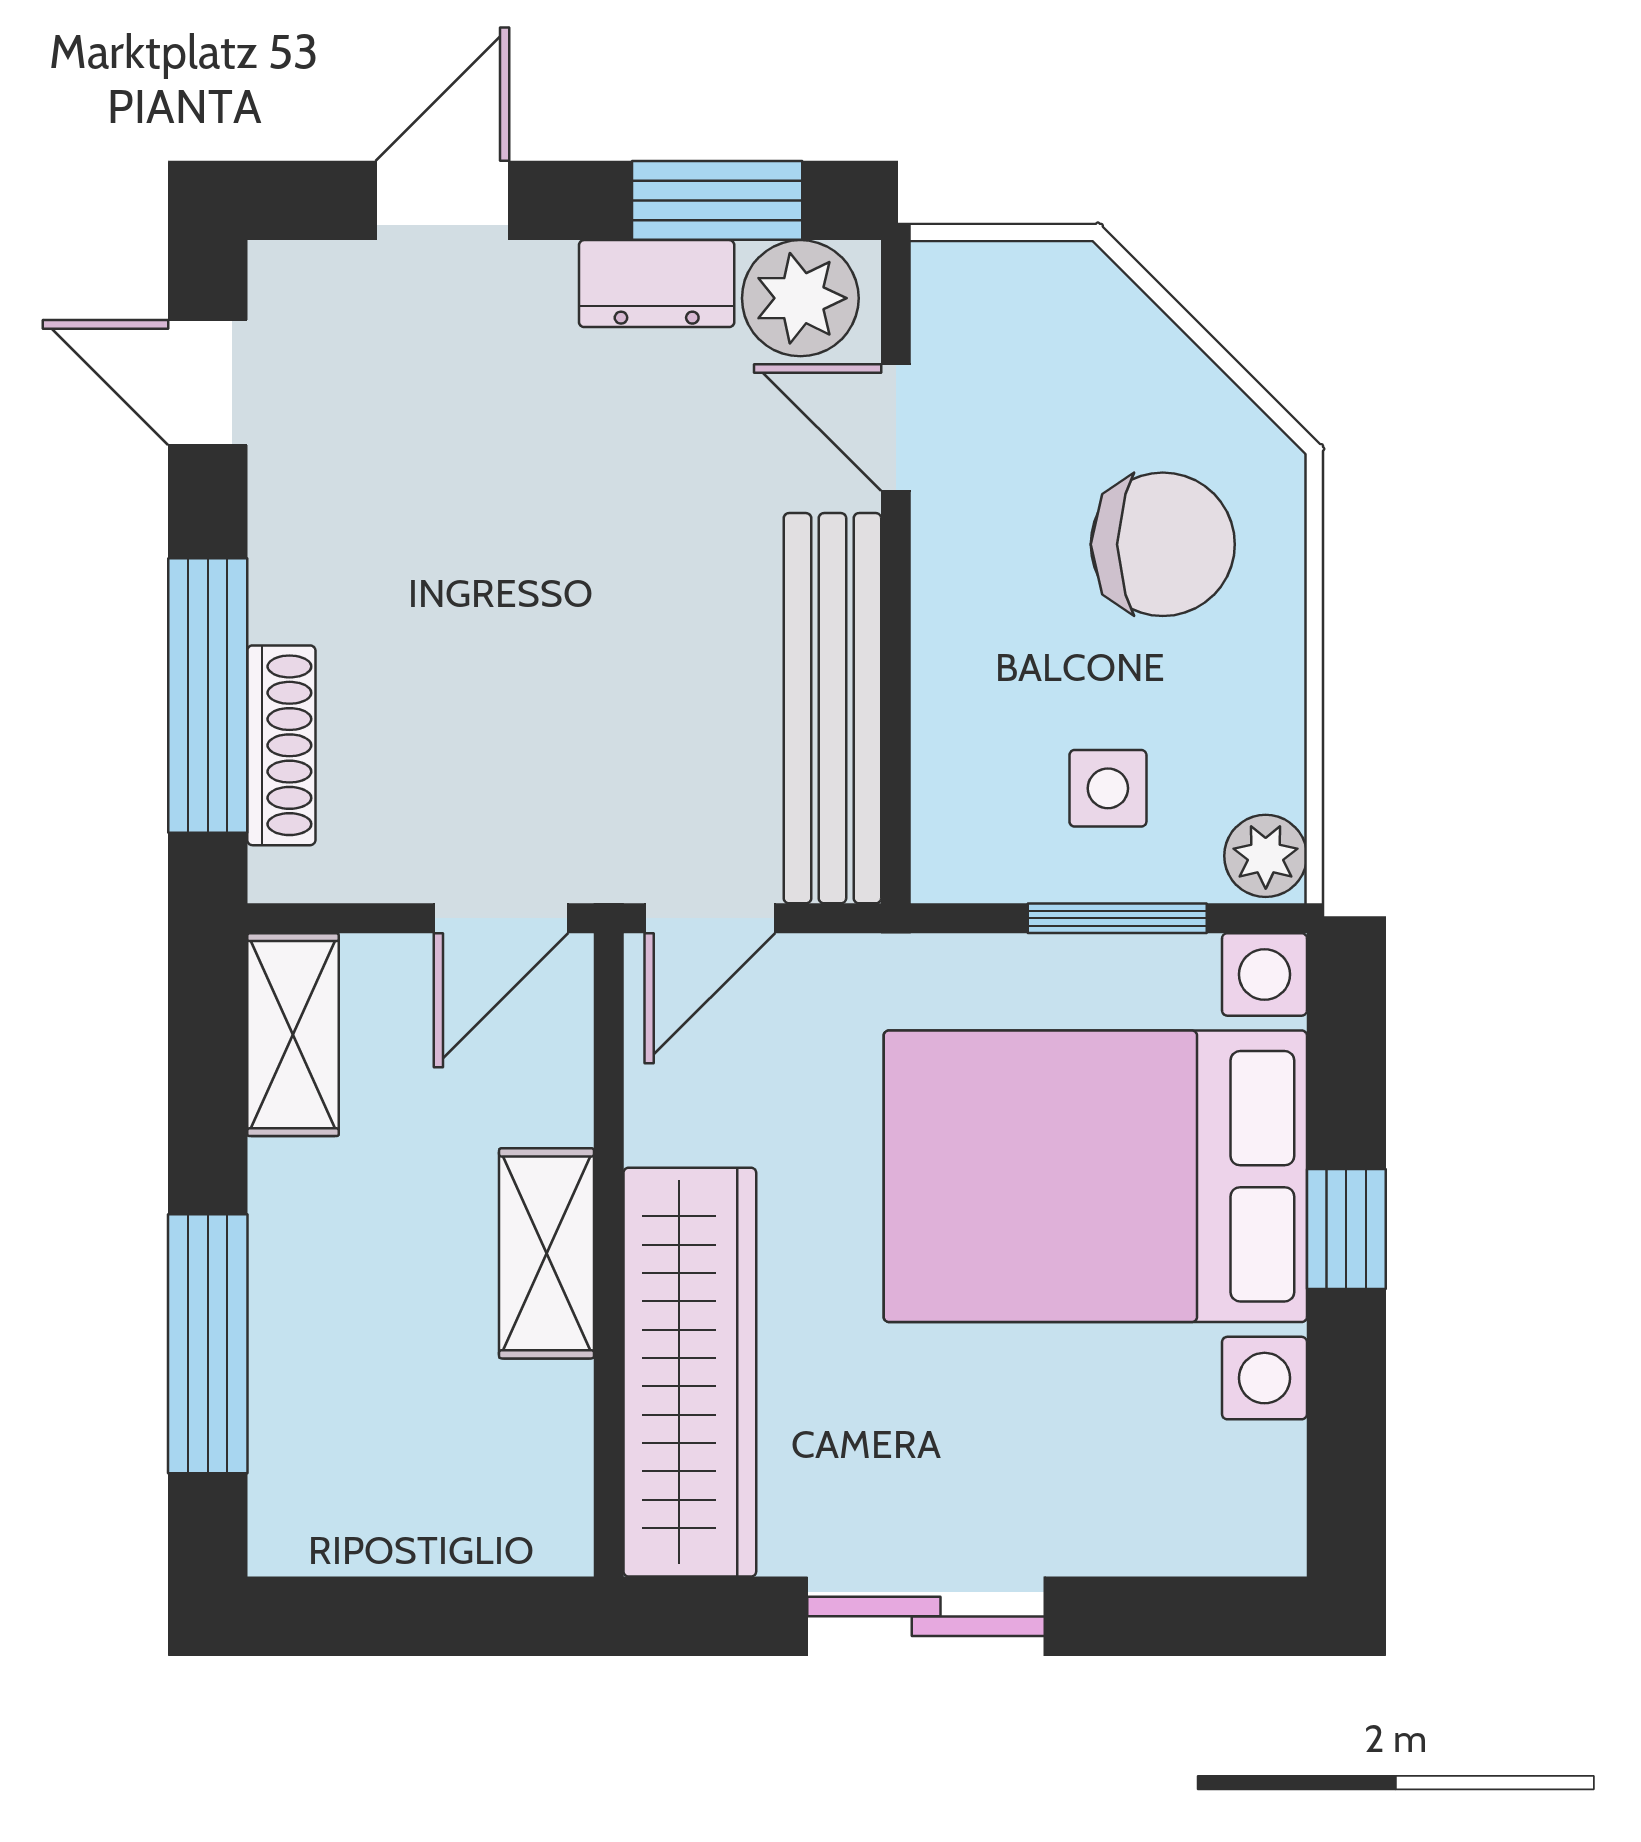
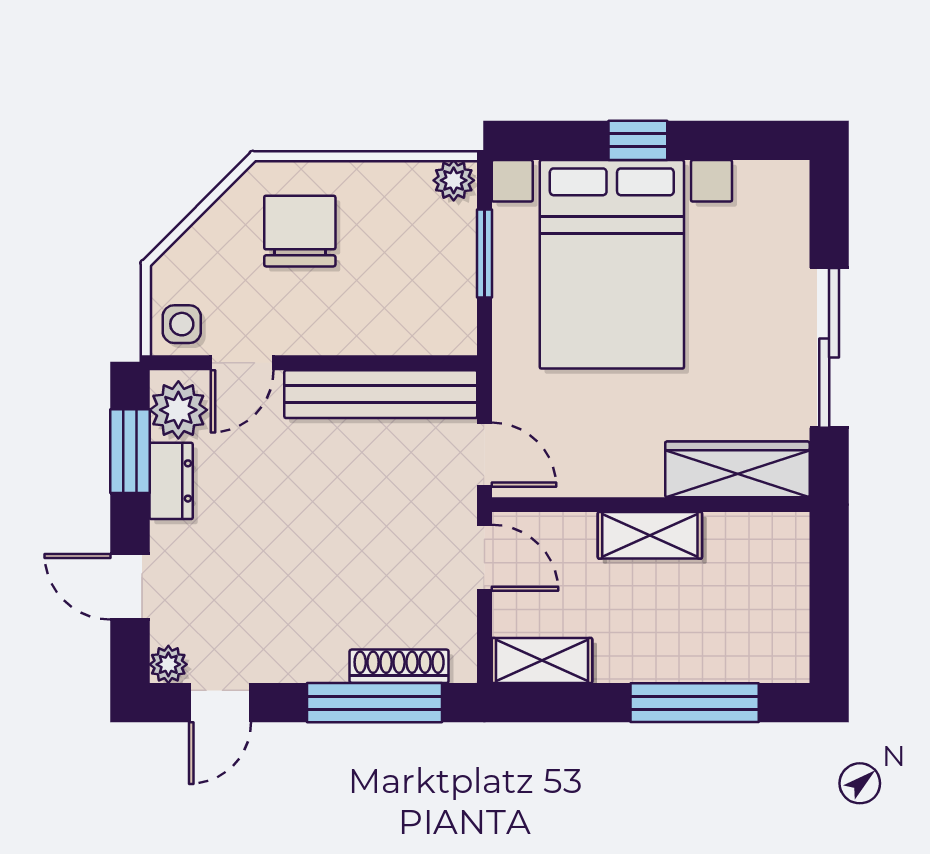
plant: (285, 278) -> (168, 664), added
side table: (1108, 788) -> (182, 324), moved
wardrobe: (690, 1372) -> (737, 469), width x0.71, depth x0.85
sliding door: (926, 1616) -> (829, 348), width x1.37

